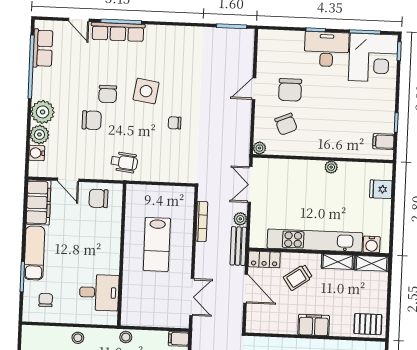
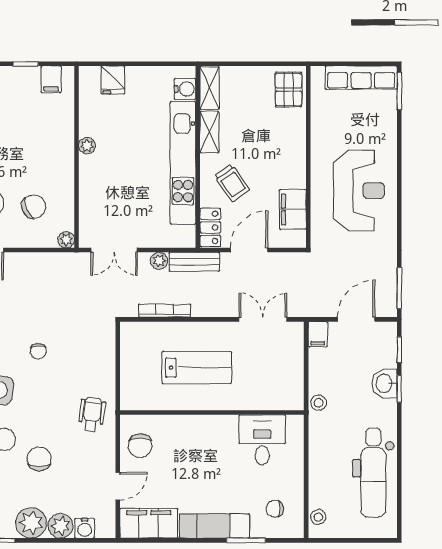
filing cabinet: (314, 325) -> (293, 209), moved
stool: (78, 338) -> (318, 517), moved

